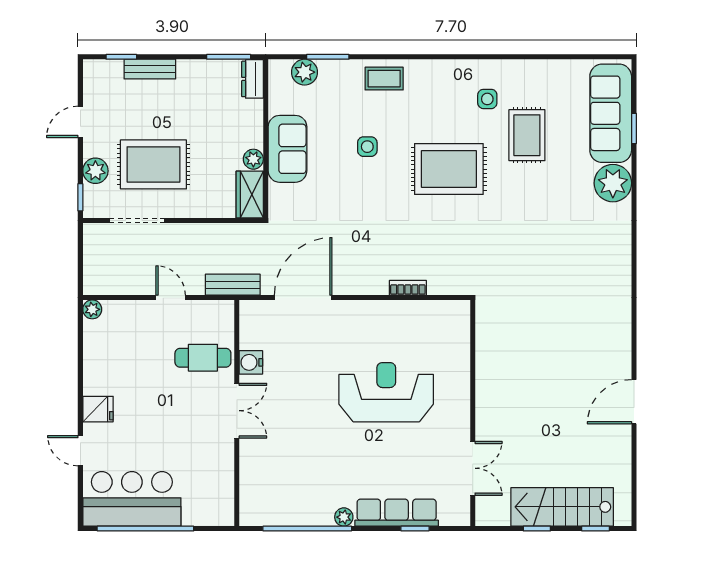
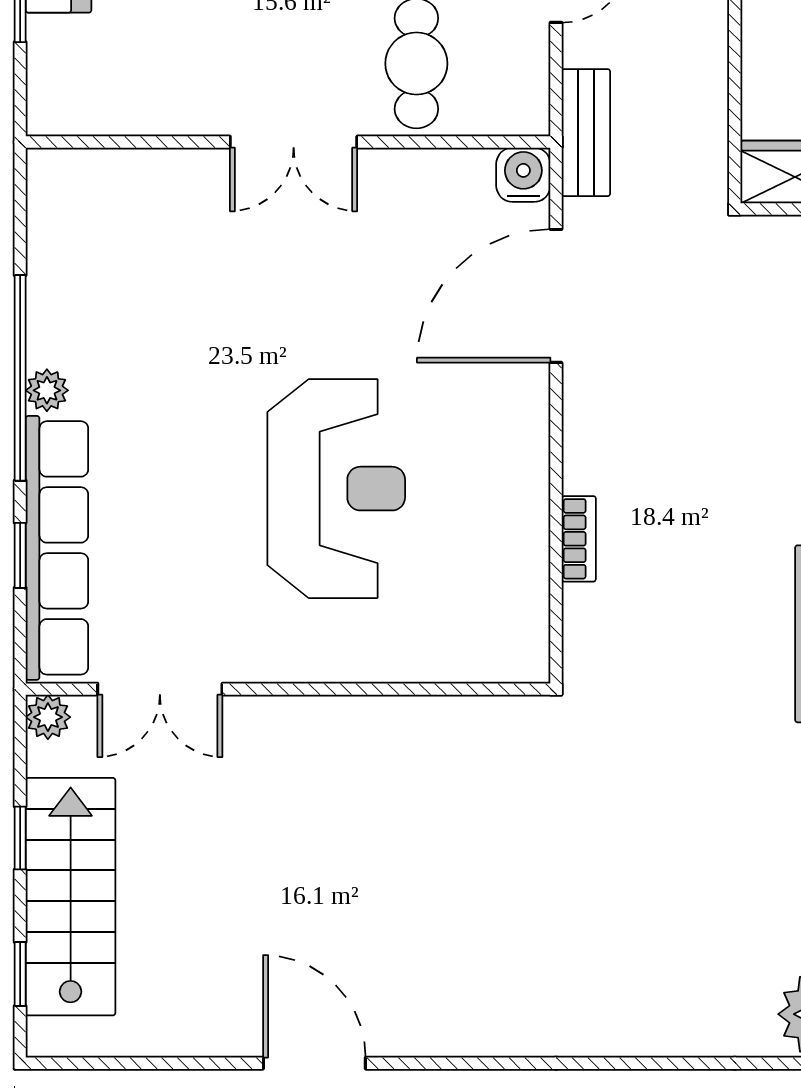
door: (303, 298) -> (556, 296), swing flipped
water cooler: (251, 362) -> (523, 175), moved
row of seats: (397, 513) -> (57, 548), width x1.36
plant: (485, 517) -> (48, 717), added
window: (307, 529) -> (20, 378), moved

